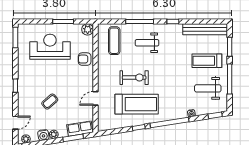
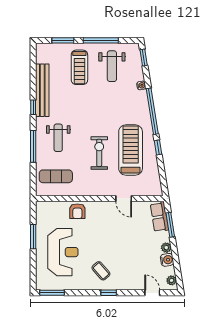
plant: (88, 29) -> (43, 208), removed
bench: (205, 29) -> (42, 90), moved
reception desk: (50, 47) -> (63, 252), turned 180
coffee table: (50, 102) -> (101, 271), moved

